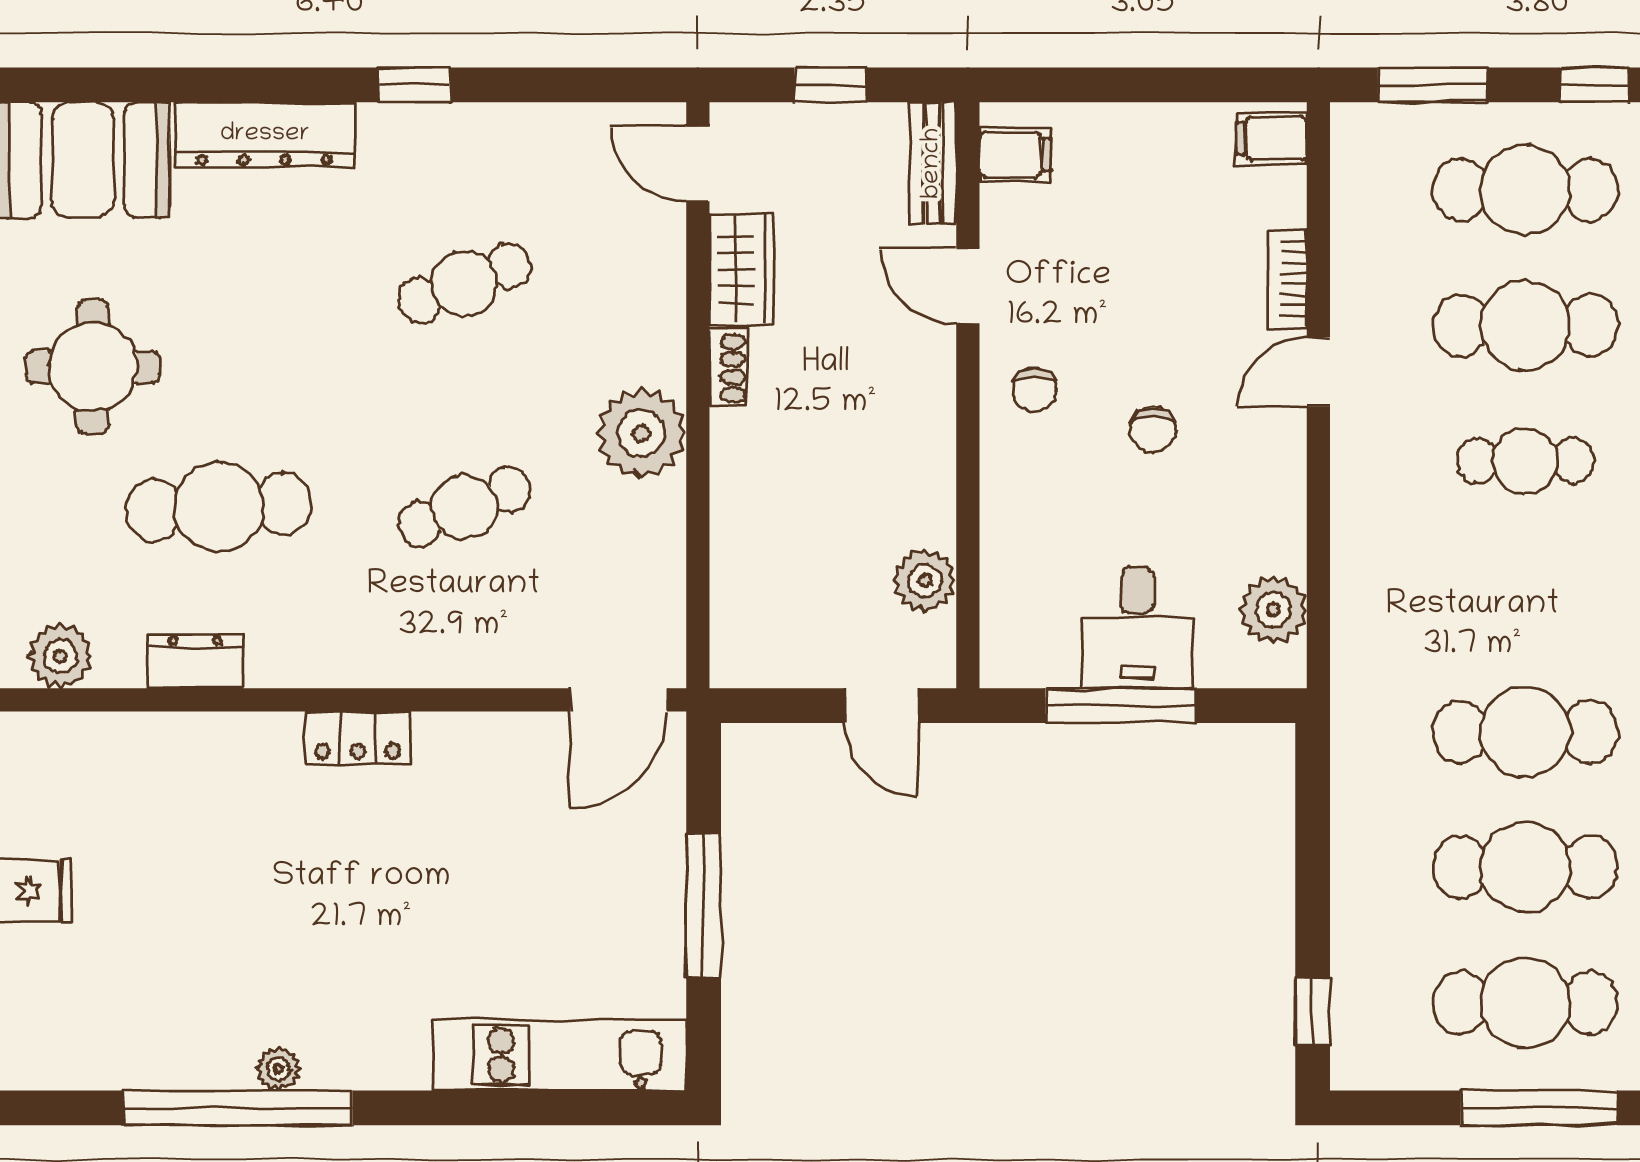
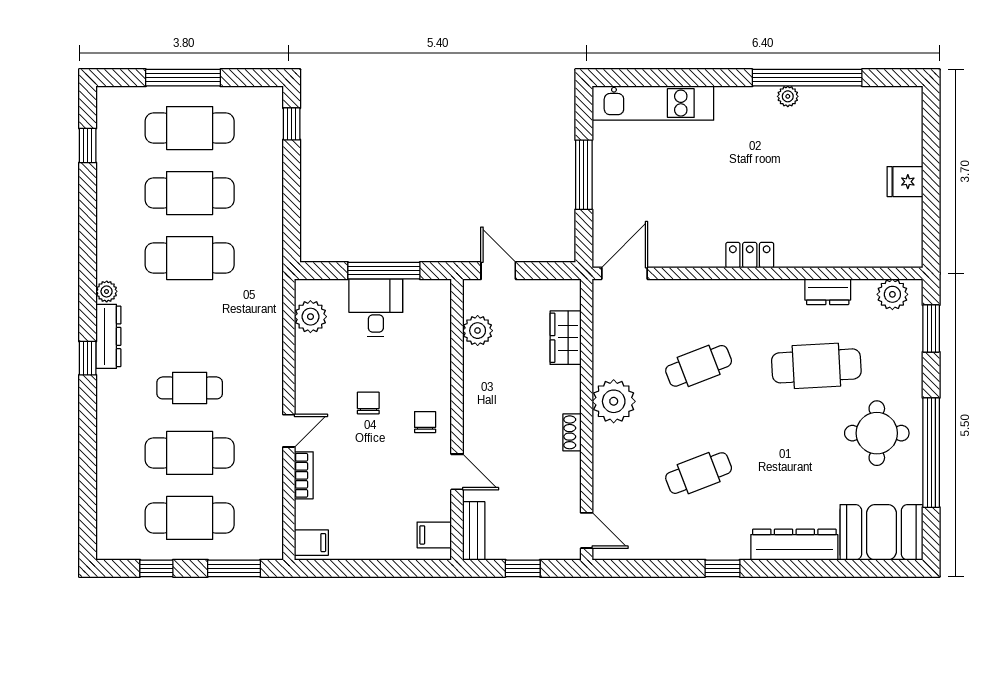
wardrobe: (742, 269) -> (566, 338), moved

